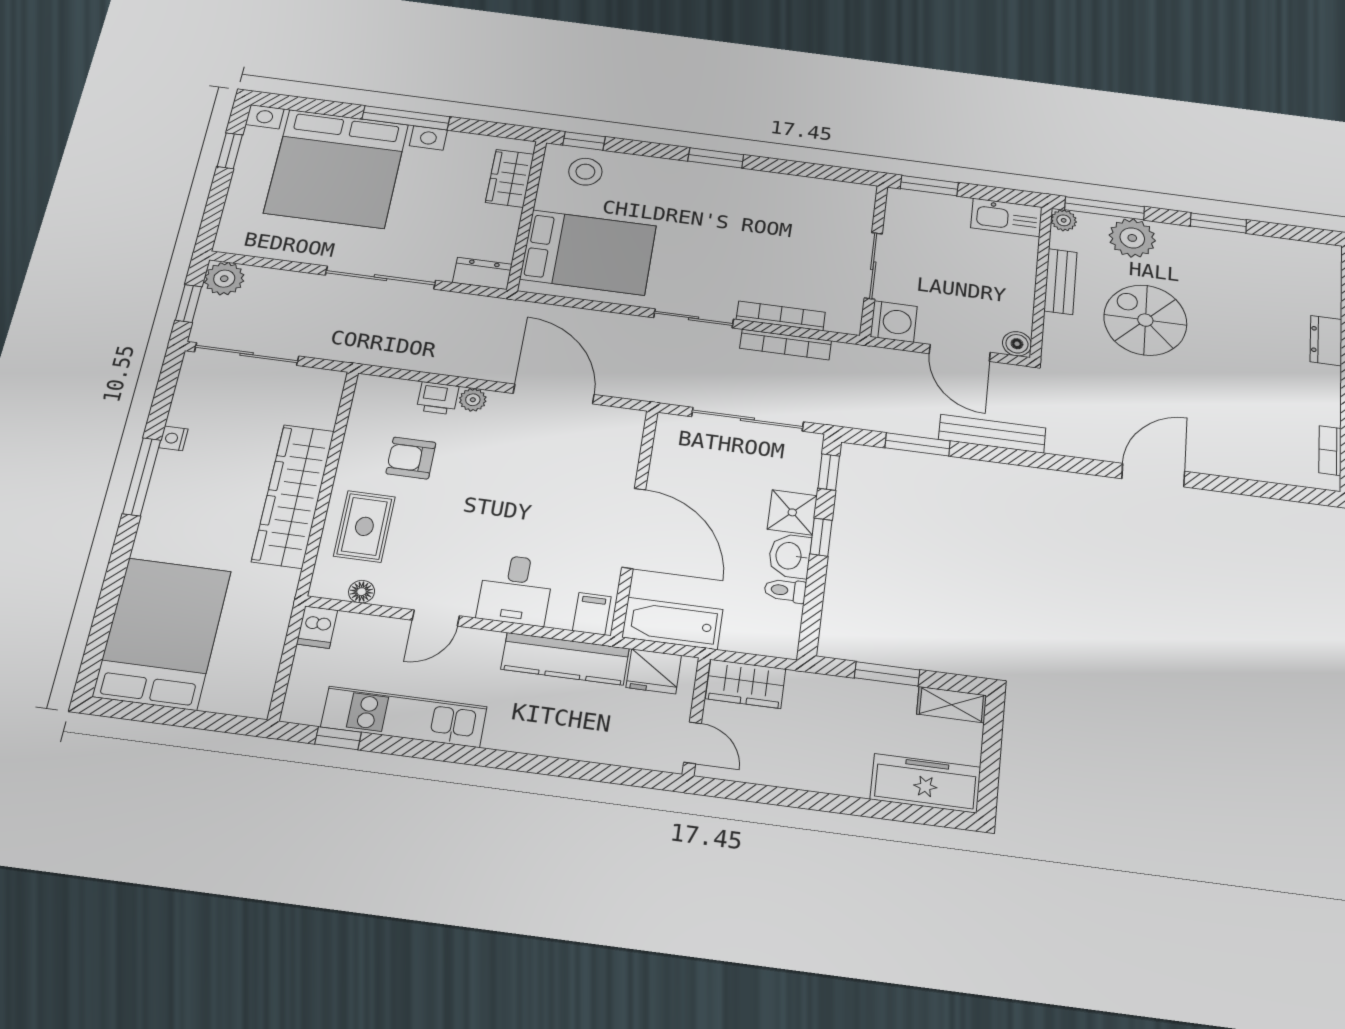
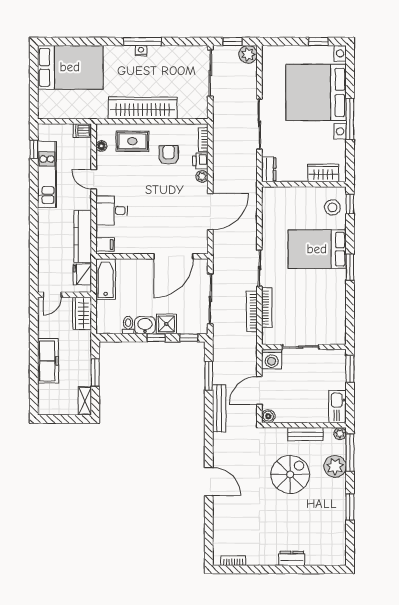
bed: (588, 252) -> (317, 249), moved, turned 90
bookcase: (391, 387) -> (203, 140), added
nightstand: (173, 438) -> (141, 51), moved
door: (634, 528) -> (173, 256), moved
freezer: (926, 783) -> (48, 361), moved

